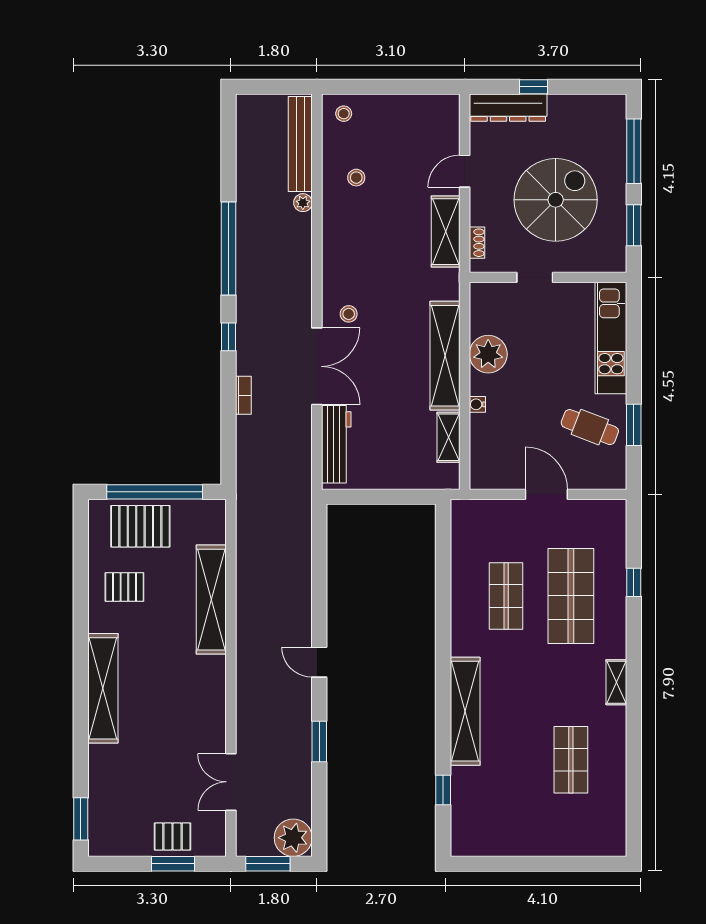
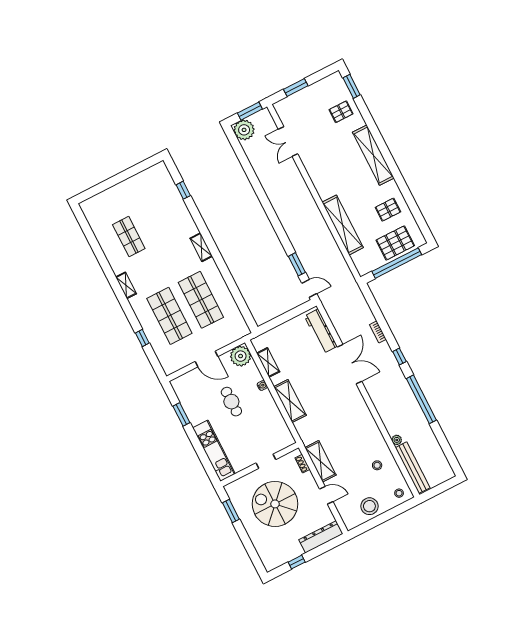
window: (534, 87) -> (297, 562), moved
window: (634, 151) -> (249, 547), removed
door: (465, 171) -> (326, 495), hinge flipped
spiral stairs: (556, 200) -> (275, 504), turned 90
stool: (349, 314) -> (369, 506), moved, width x1.89, depth x1.89
plant: (488, 354) -> (241, 356), moved
shelving: (445, 356) -> (290, 401), width x0.68
double door: (317, 366) -> (349, 364), swing flipped
cafe table: (590, 427) -> (231, 402), moved, turned 69
shop shelf: (506, 596) -> (201, 300), width x1.43, depth x1.36
door: (319, 662) -> (309, 288), moved
shelving: (465, 711) -> (201, 247), width x0.45, depth x0.75
window: (319, 741) -> (297, 264), moved
double door: (231, 782) -> (288, 141), swing flipped
pallet: (172, 836) -> (341, 112), moved

